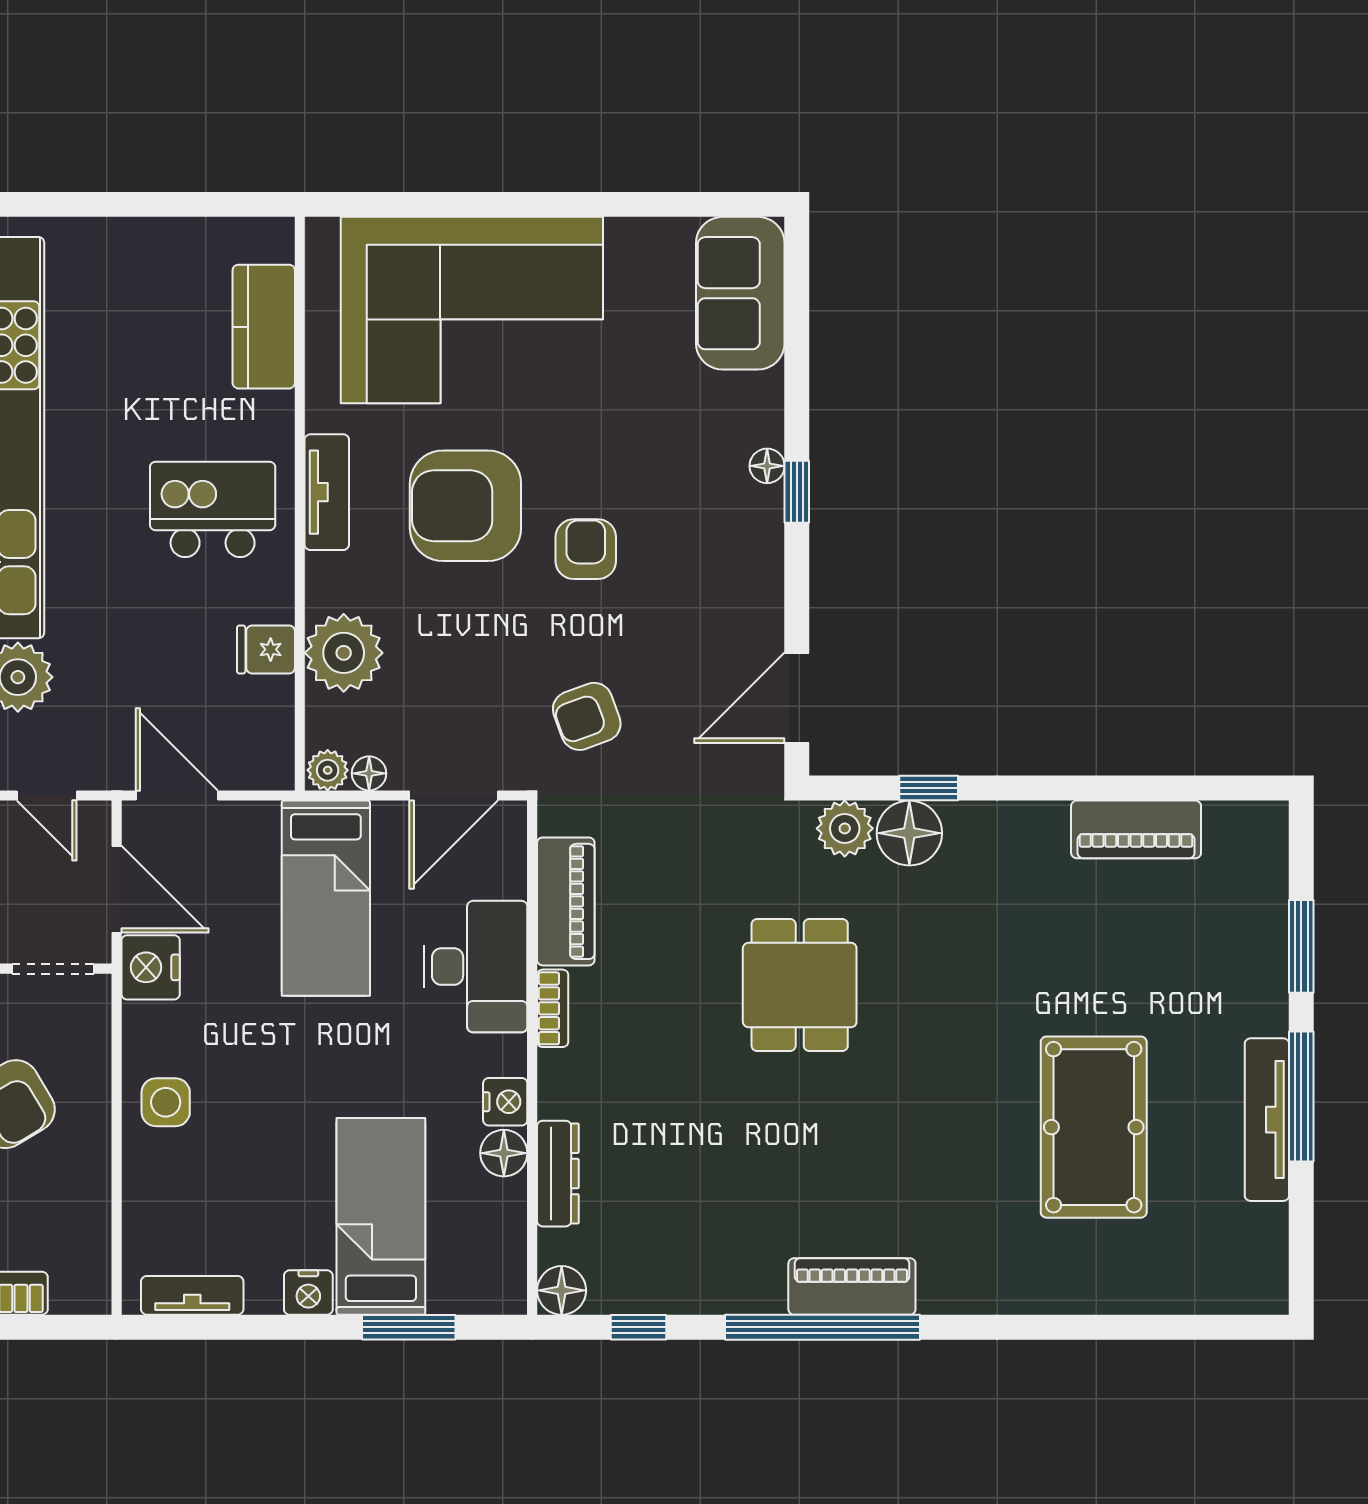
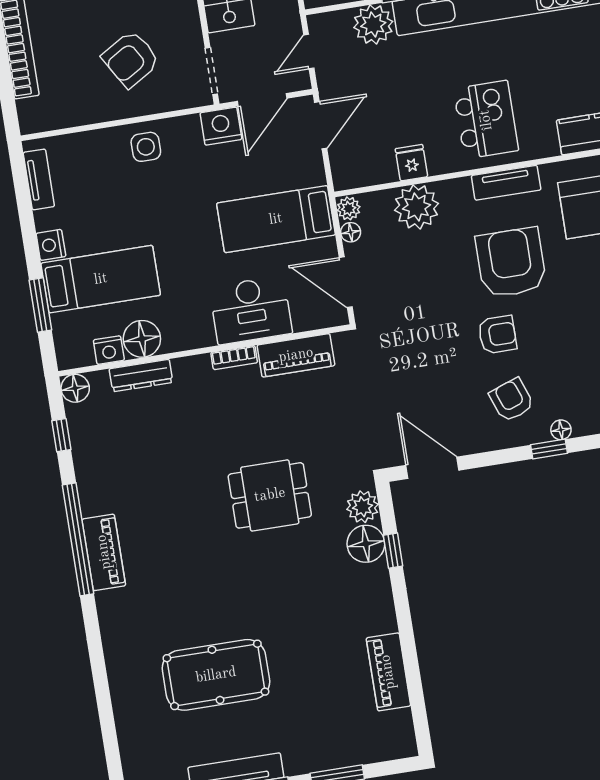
armchair: (587, 716) -> (512, 400), moved
nightstand: (505, 1102) -> (109, 350), moved
floor lamp: (504, 1153) -> (142, 339), width x1.38, depth x1.38

